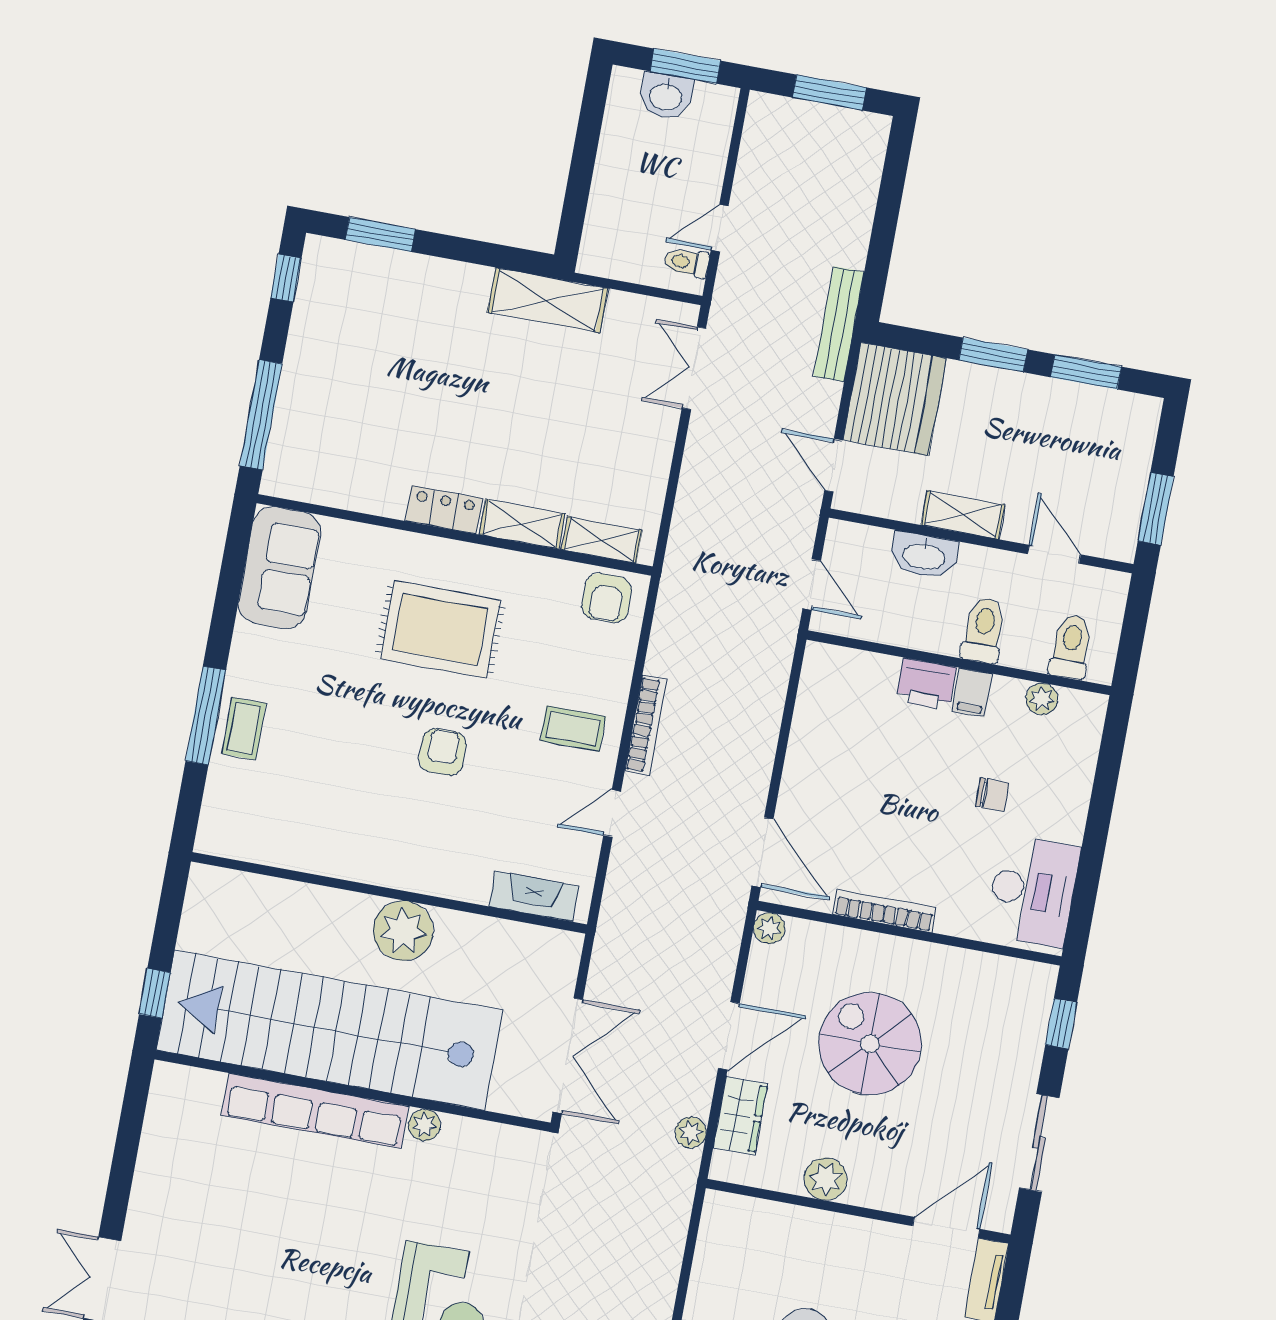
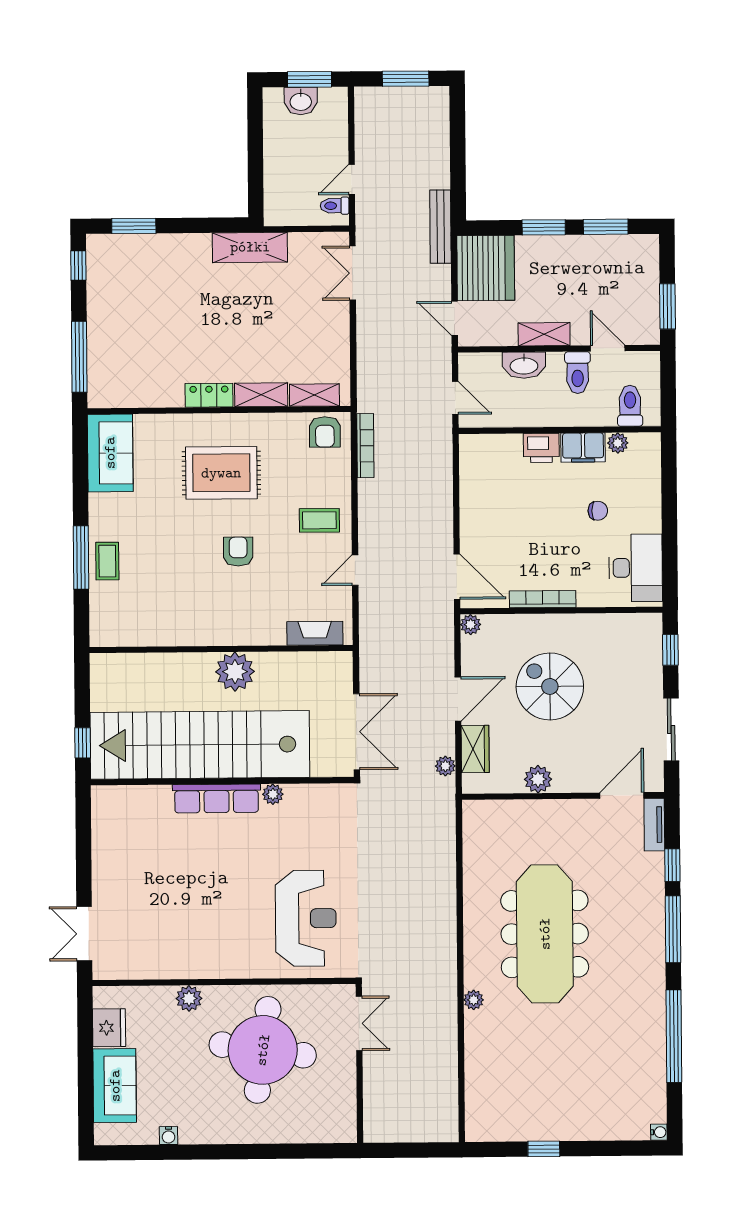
toilet: (984, 630) -> (578, 373), moved, turned 180
filing cabinet: (972, 693) -> (583, 448), width x2.00
bookcase: (646, 725) -> (365, 446), moved
row of seats: (315, 1111) -> (216, 798), width x0.73

